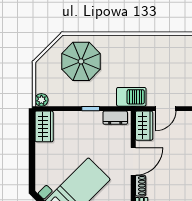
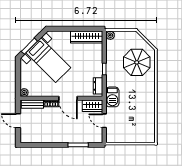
wardrobe: (44, 126) -> (87, 37), width x1.50

